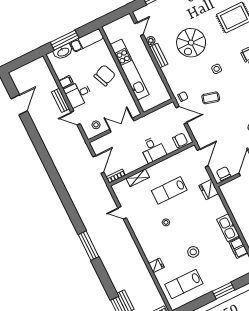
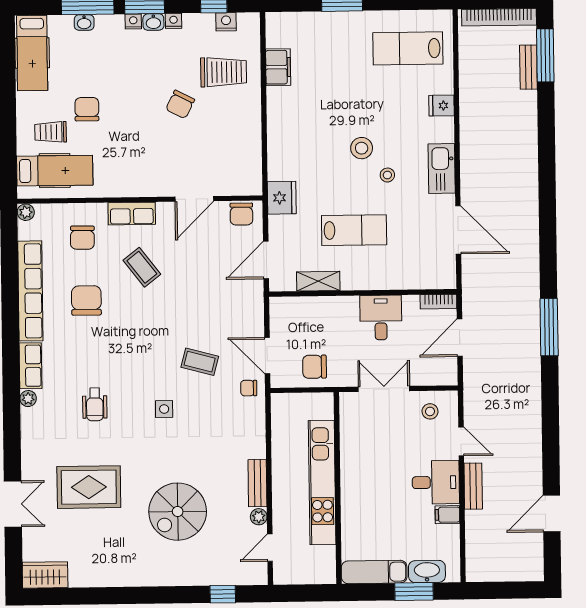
window: (65, 40) -> (414, 591), width x0.69
spiral stairs: (191, 43) -> (178, 512), moved, turned 180
chair: (105, 75) -> (372, 493), removed
double door: (122, 125) -> (384, 389), swing flipped
chair: (180, 140) -> (315, 367), moved
desk: (153, 150) -> (381, 318), moved
shelving: (138, 178) -> (318, 281), moved
door: (122, 213) -> (458, 230), width x1.88
kitchen sink: (228, 228) -> (442, 169), moved, turned 180
window: (88, 246) -> (549, 327), moved
stool: (193, 252) -> (362, 148), moved
lab bench: (184, 284) -> (408, 48), turned 180

